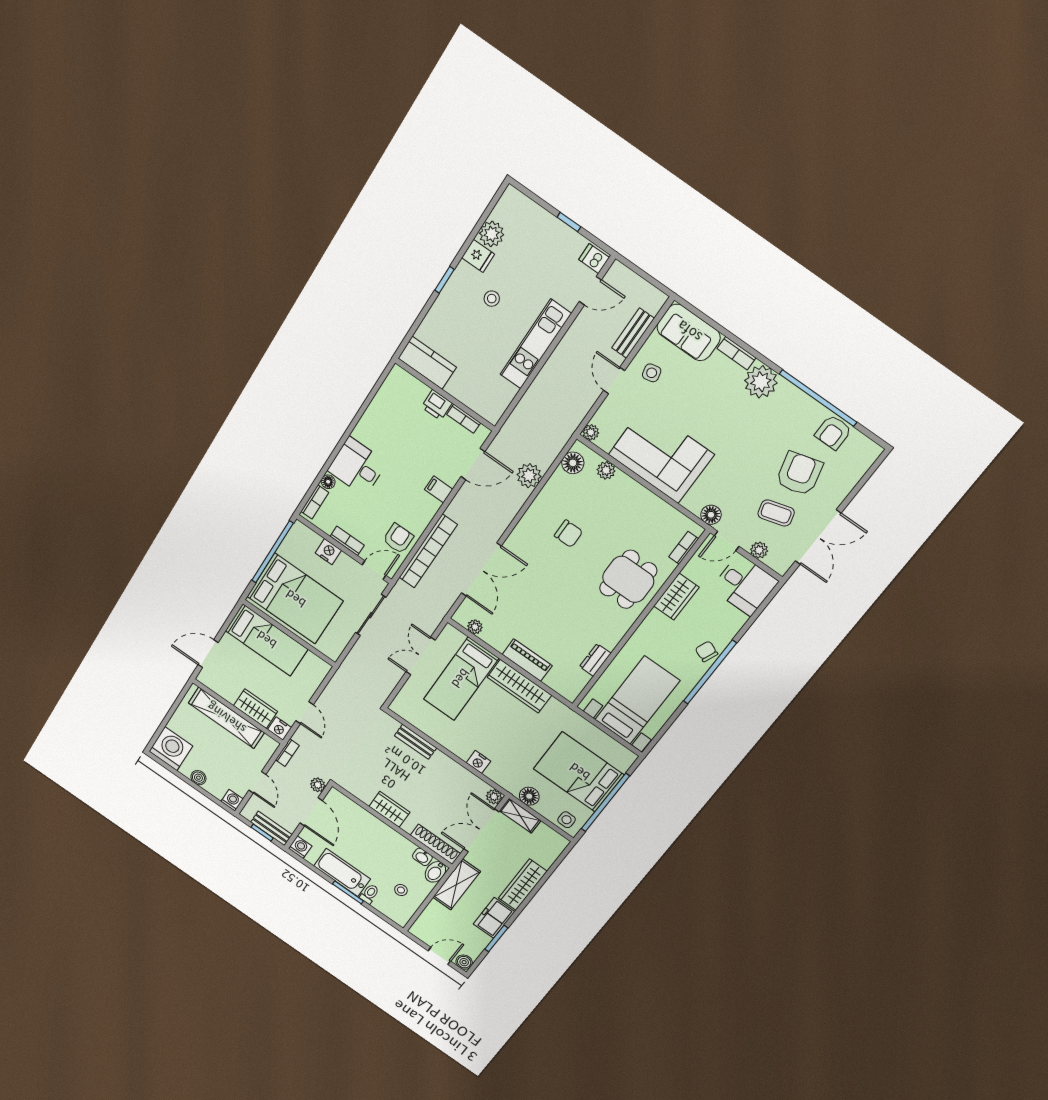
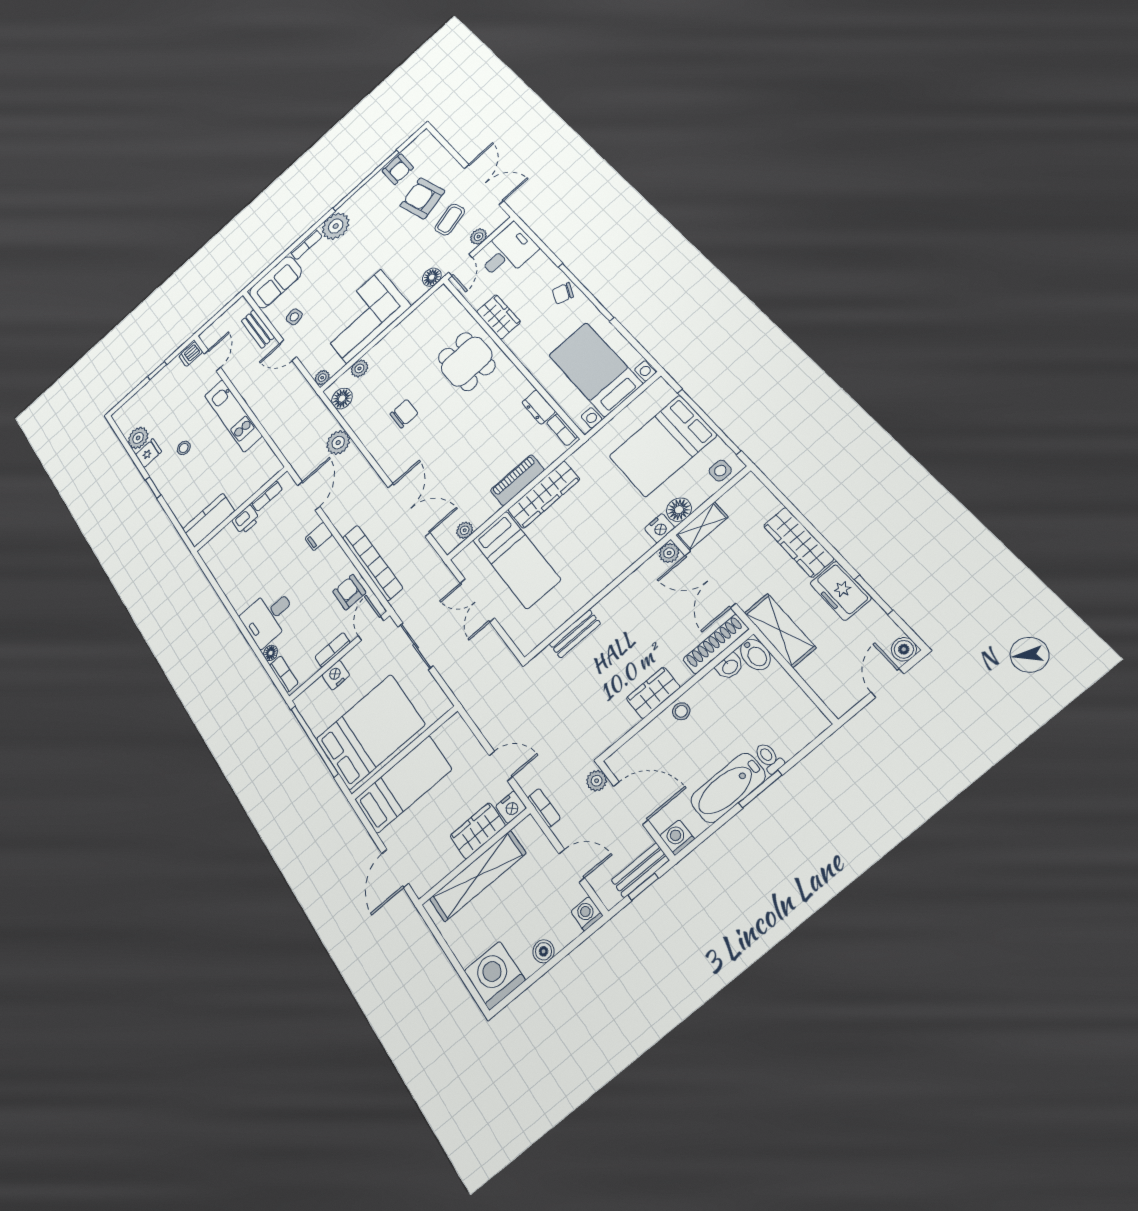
bookcase: (684, 548) -> (562, 430), moved
nightstand: (478, 762) -> (660, 528), moved
stool: (401, 890) -> (681, 711), moved

